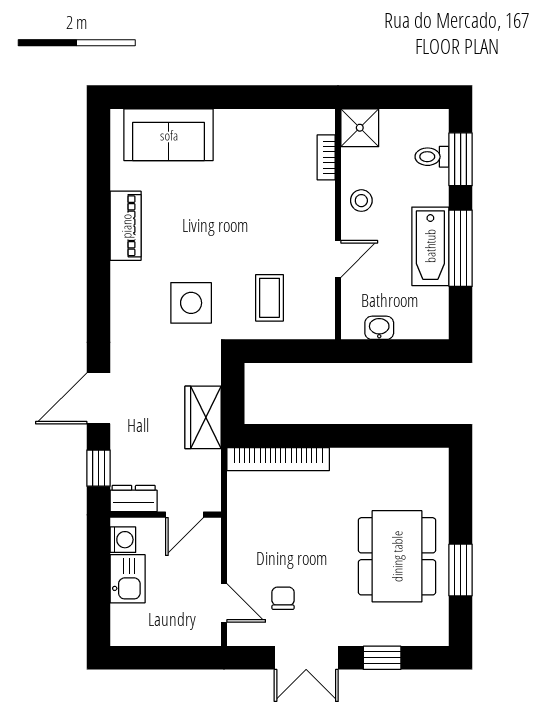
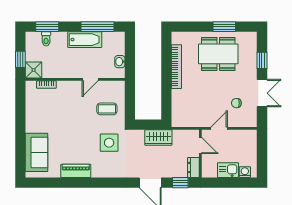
window: (384, 97) -> (20, 59), added
stool: (361, 201) -> (65, 69), removed
window: (461, 248) -> (97, 27), moved
door: (338, 259) -> (90, 79), swing flipped
bookcase: (278, 459) -> (176, 67), moved
washing machine: (123, 540) -> (245, 172), moved
door: (224, 603) -> (219, 128), moved

